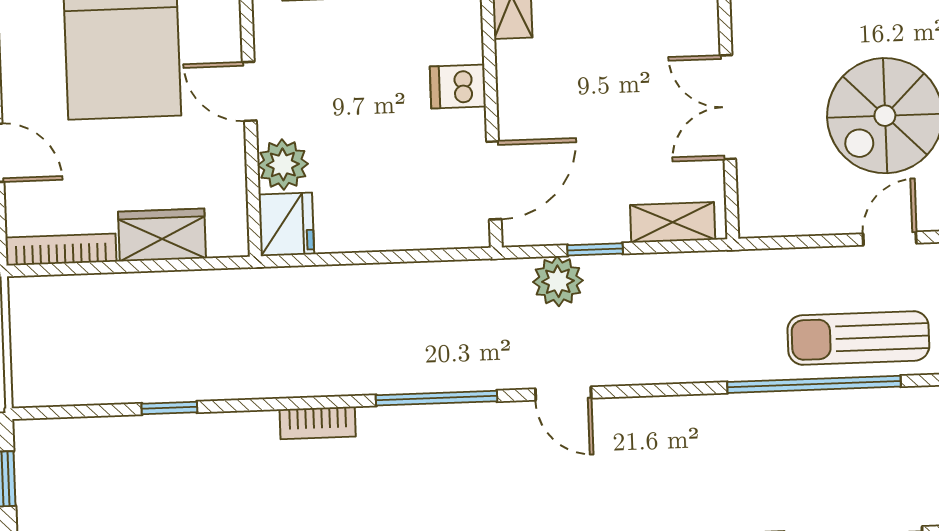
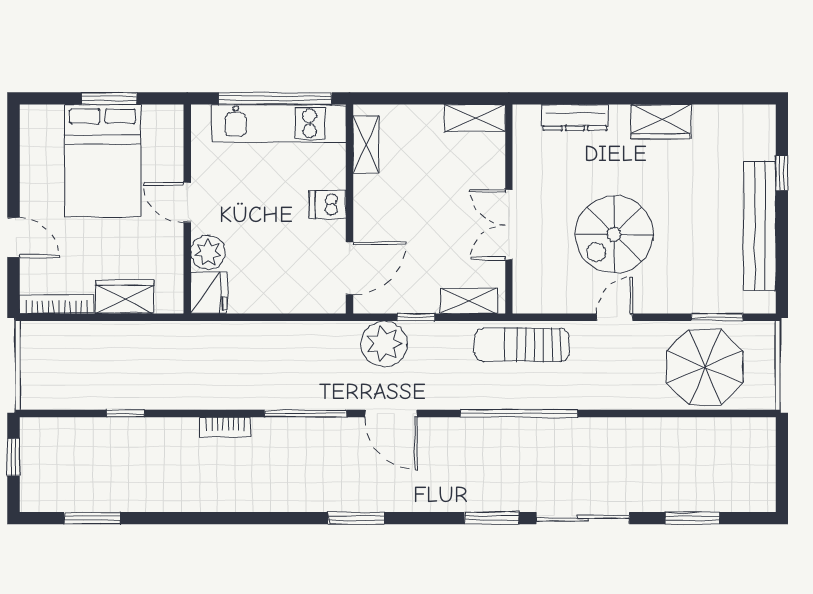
plant: (558, 281) -> (384, 344), width x1.36, depth x1.36
sun lounger: (858, 338) -> (522, 345), moved
window: (814, 384) -> (519, 413), moved
door: (563, 393) -> (391, 413), width x1.38

